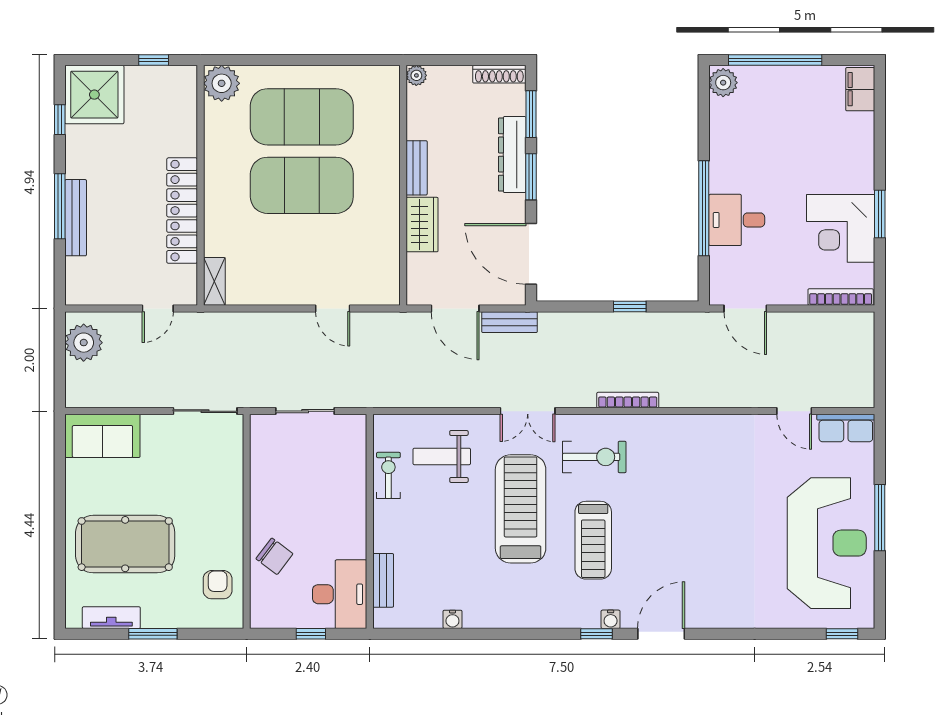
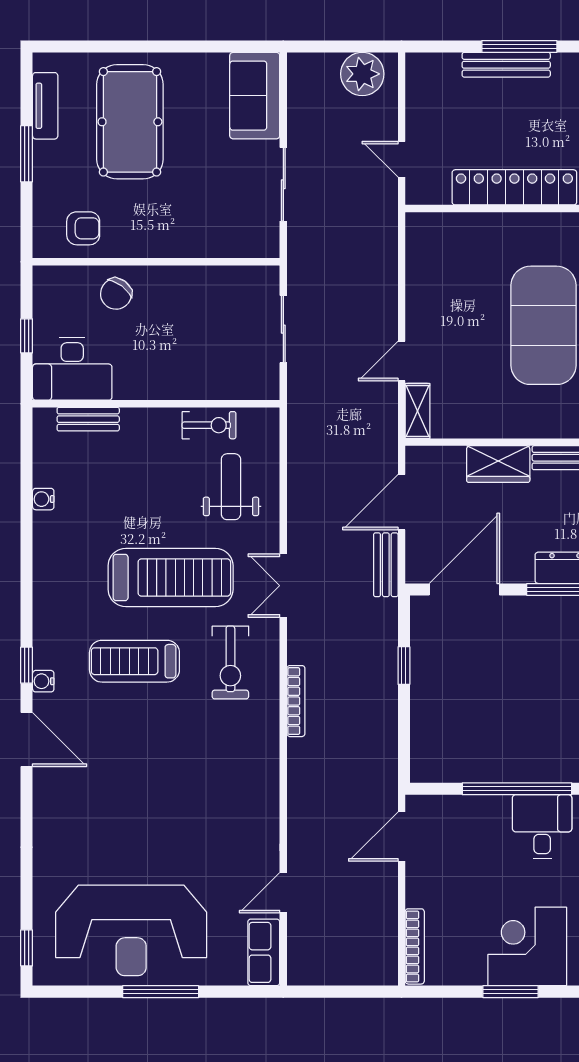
desk: (737, 220) -> (542, 827), moved
corner desk: (841, 228) -> (527, 946), moved
shelving: (214, 281) -> (418, 411), moved, turned 90
window: (630, 306) -> (404, 666), moved
sliding door: (205, 411) -> (283, 184), moved

